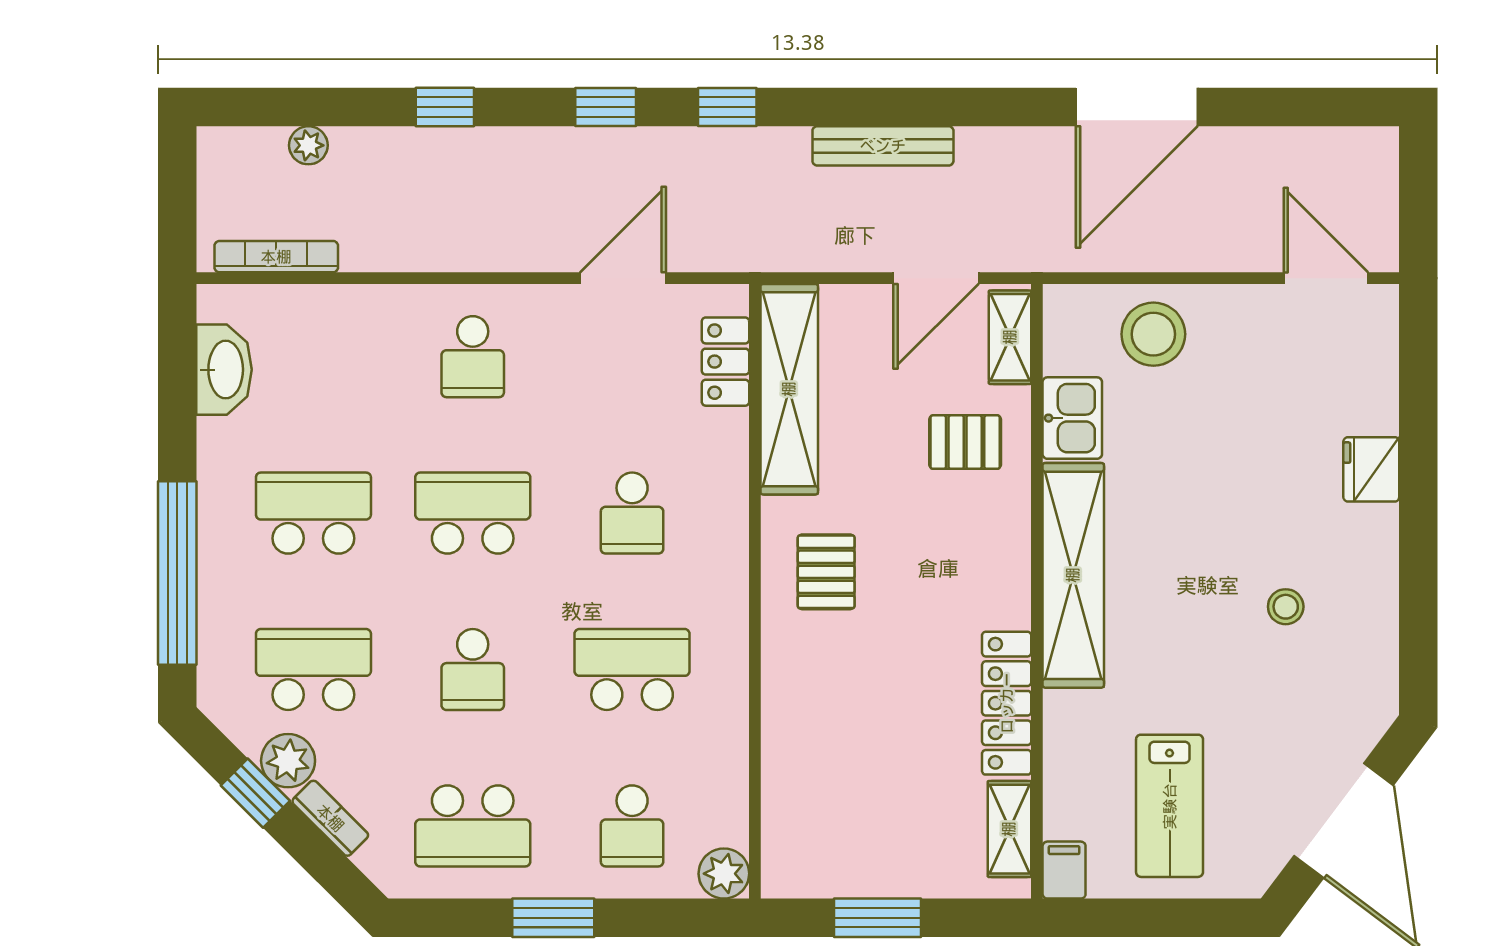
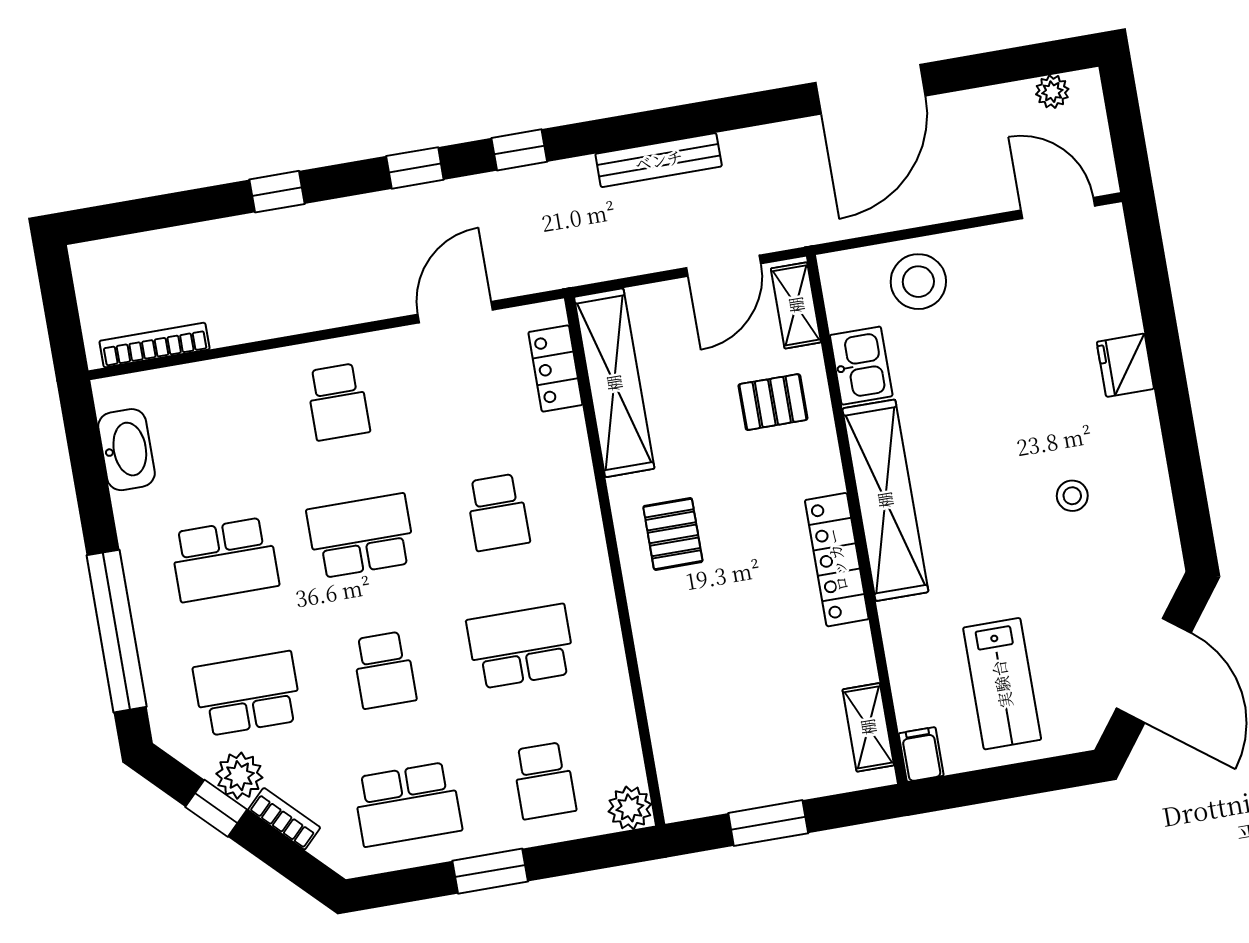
plant: (308, 145) -> (1052, 92), moved
school desk: (313, 513) -> (224, 559), turned 180
locker: (1007, 703) -> (837, 560), moved

